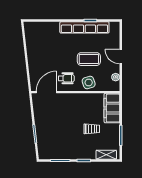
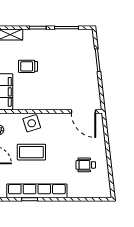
wheelchair: (66, 78) -> (86, 165), moved
door: (46, 92) -> (83, 111), hinge flipped

